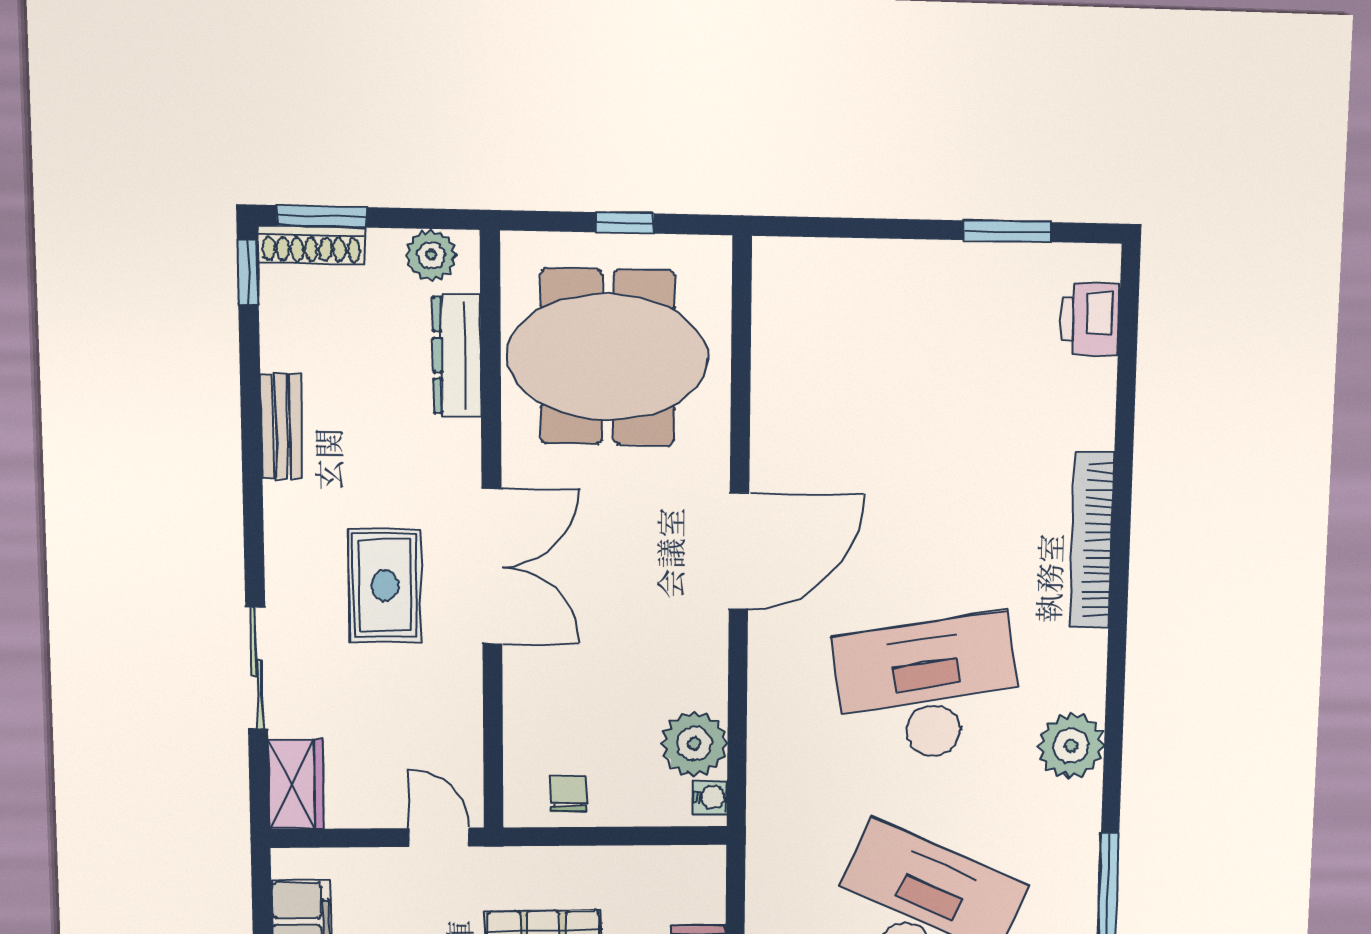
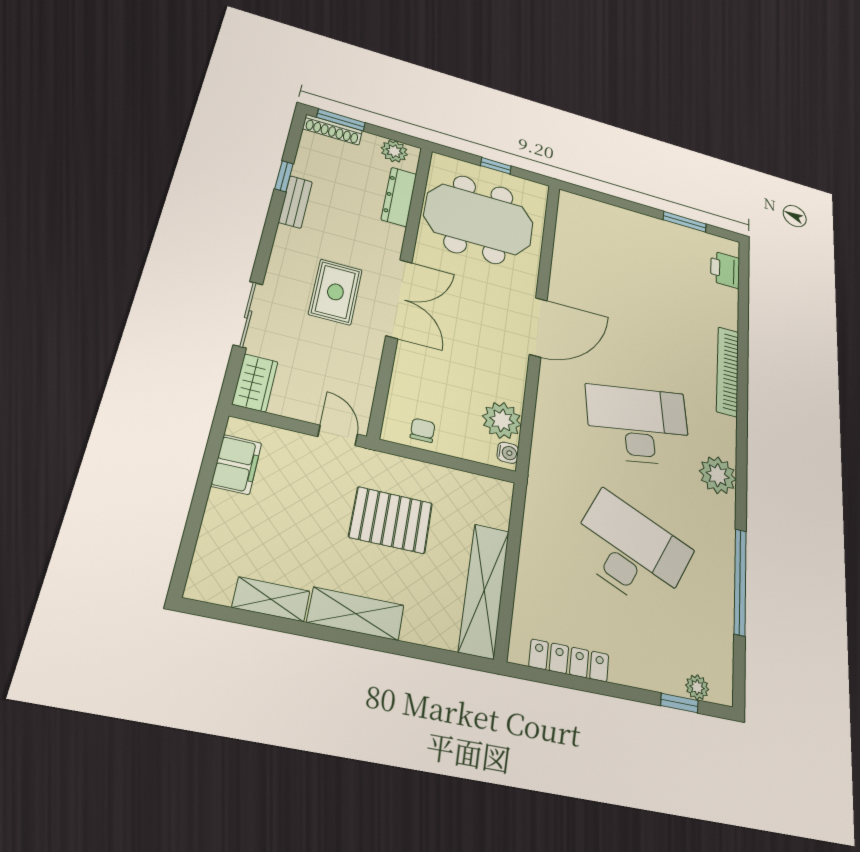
window: (248, 272) -> (284, 176), moved

